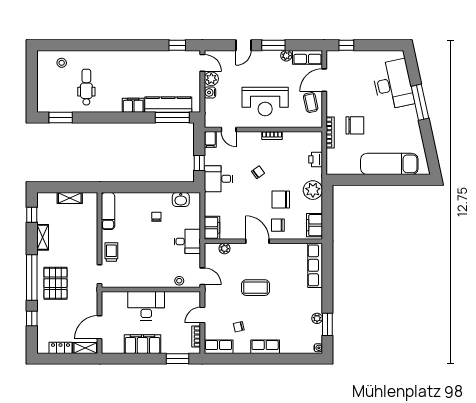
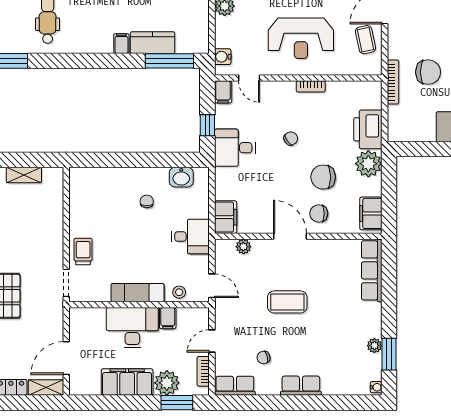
water cooler: (210, 93) -> (223, 57), moved
filing cabinet: (133, 105) -> (121, 44), width x0.50
kitchen counter: (168, 105) -> (153, 43), width x0.67
printer: (316, 159) -> (368, 129), width x1.87, depth x1.48
exam couch: (108, 211) -> (138, 293), moved, turned -90
filing cabinet: (171, 299) -> (168, 318), added
plant: (171, 345) -> (167, 383), added

